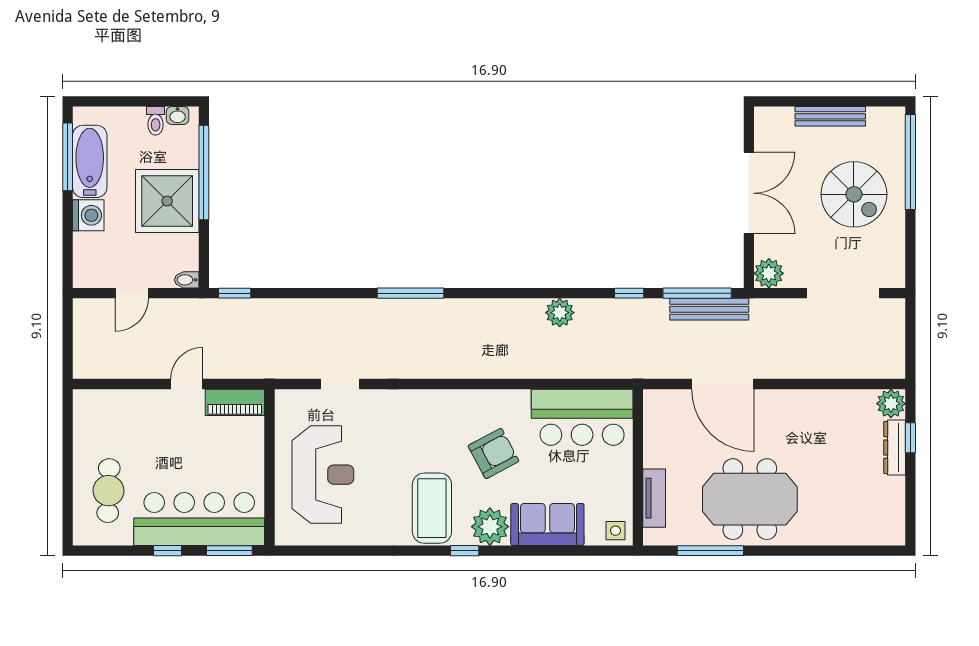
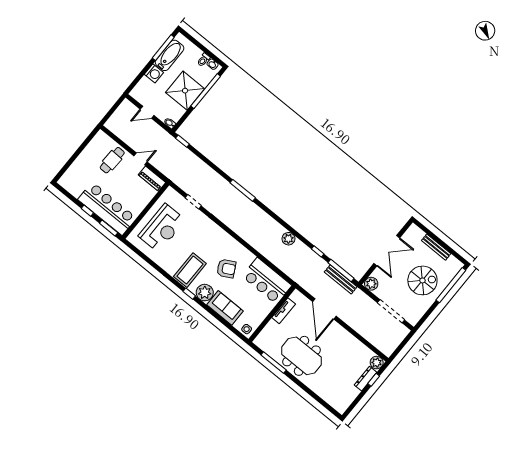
spiral stairs: (854, 194) -> (422, 280), turned -90
cafe table: (108, 491) -> (112, 160), moved
tv unit: (654, 498) -> (284, 311), moved

